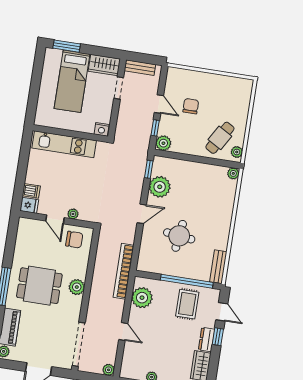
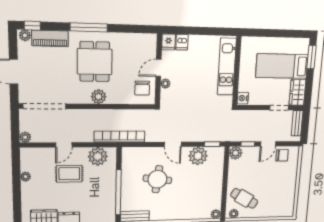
chair: (191, 106) -> (282, 155), moved
rug: (187, 304) -> (69, 174), moved

